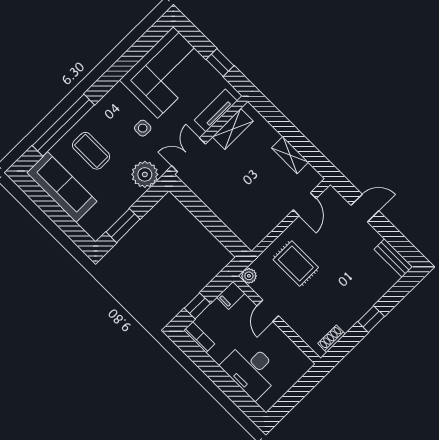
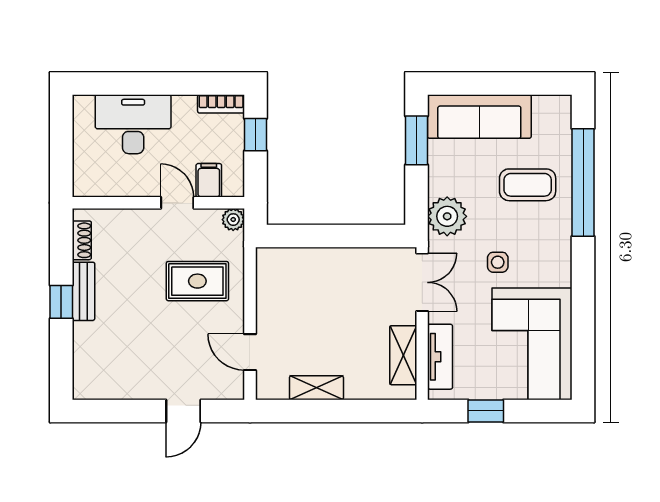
sofa: (62, 187) -> (479, 116), moved
bench: (393, 258) -> (83, 291), moved, turned 90
filing cabinet: (231, 295) -> (209, 180), moved

